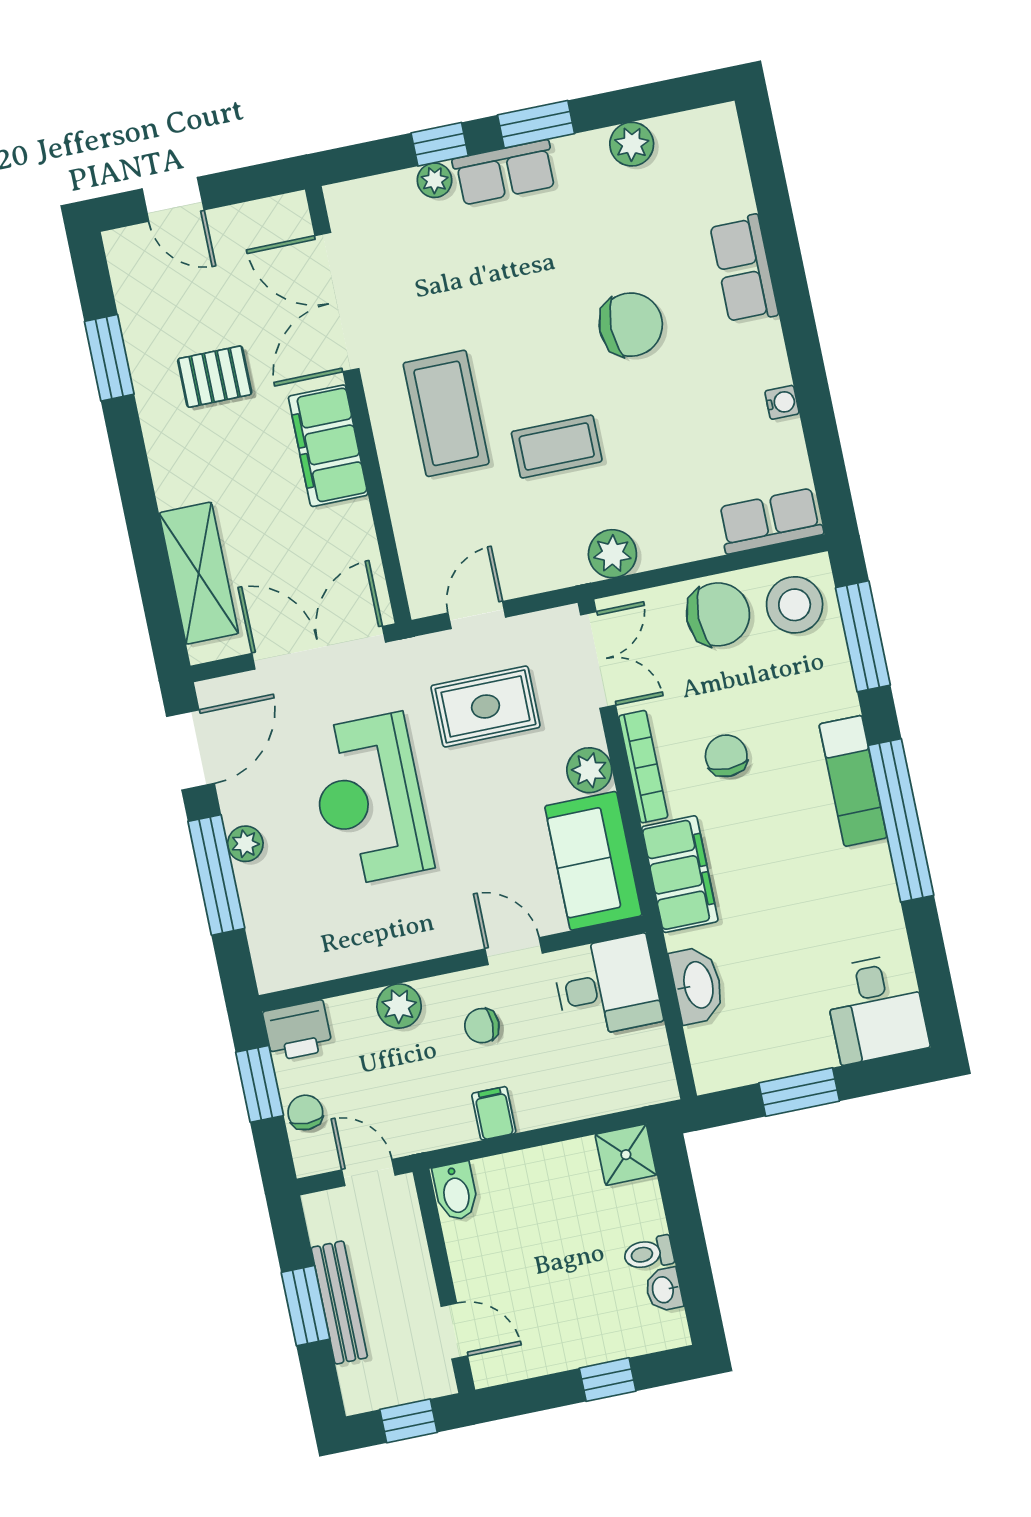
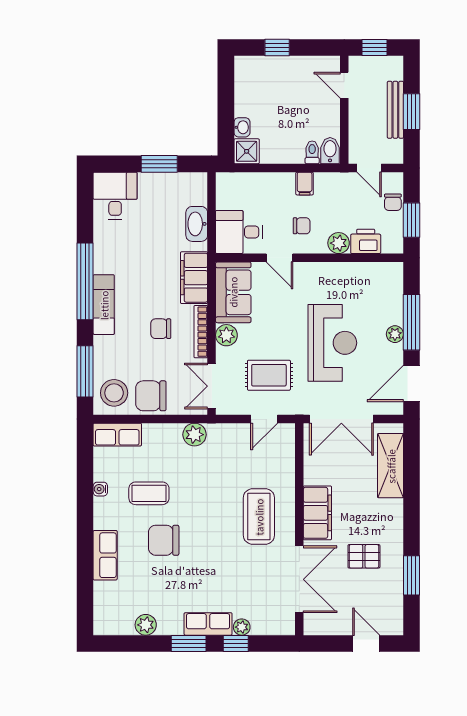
coffee table: (557, 447) -> (149, 493), moved
chair: (726, 756) -> (161, 329), turned 90
printer: (298, 1031) -> (366, 241), moved
toilet: (649, 1253) -> (312, 152), moved, turned -90
washbasin: (664, 1290) -> (242, 127), moved

